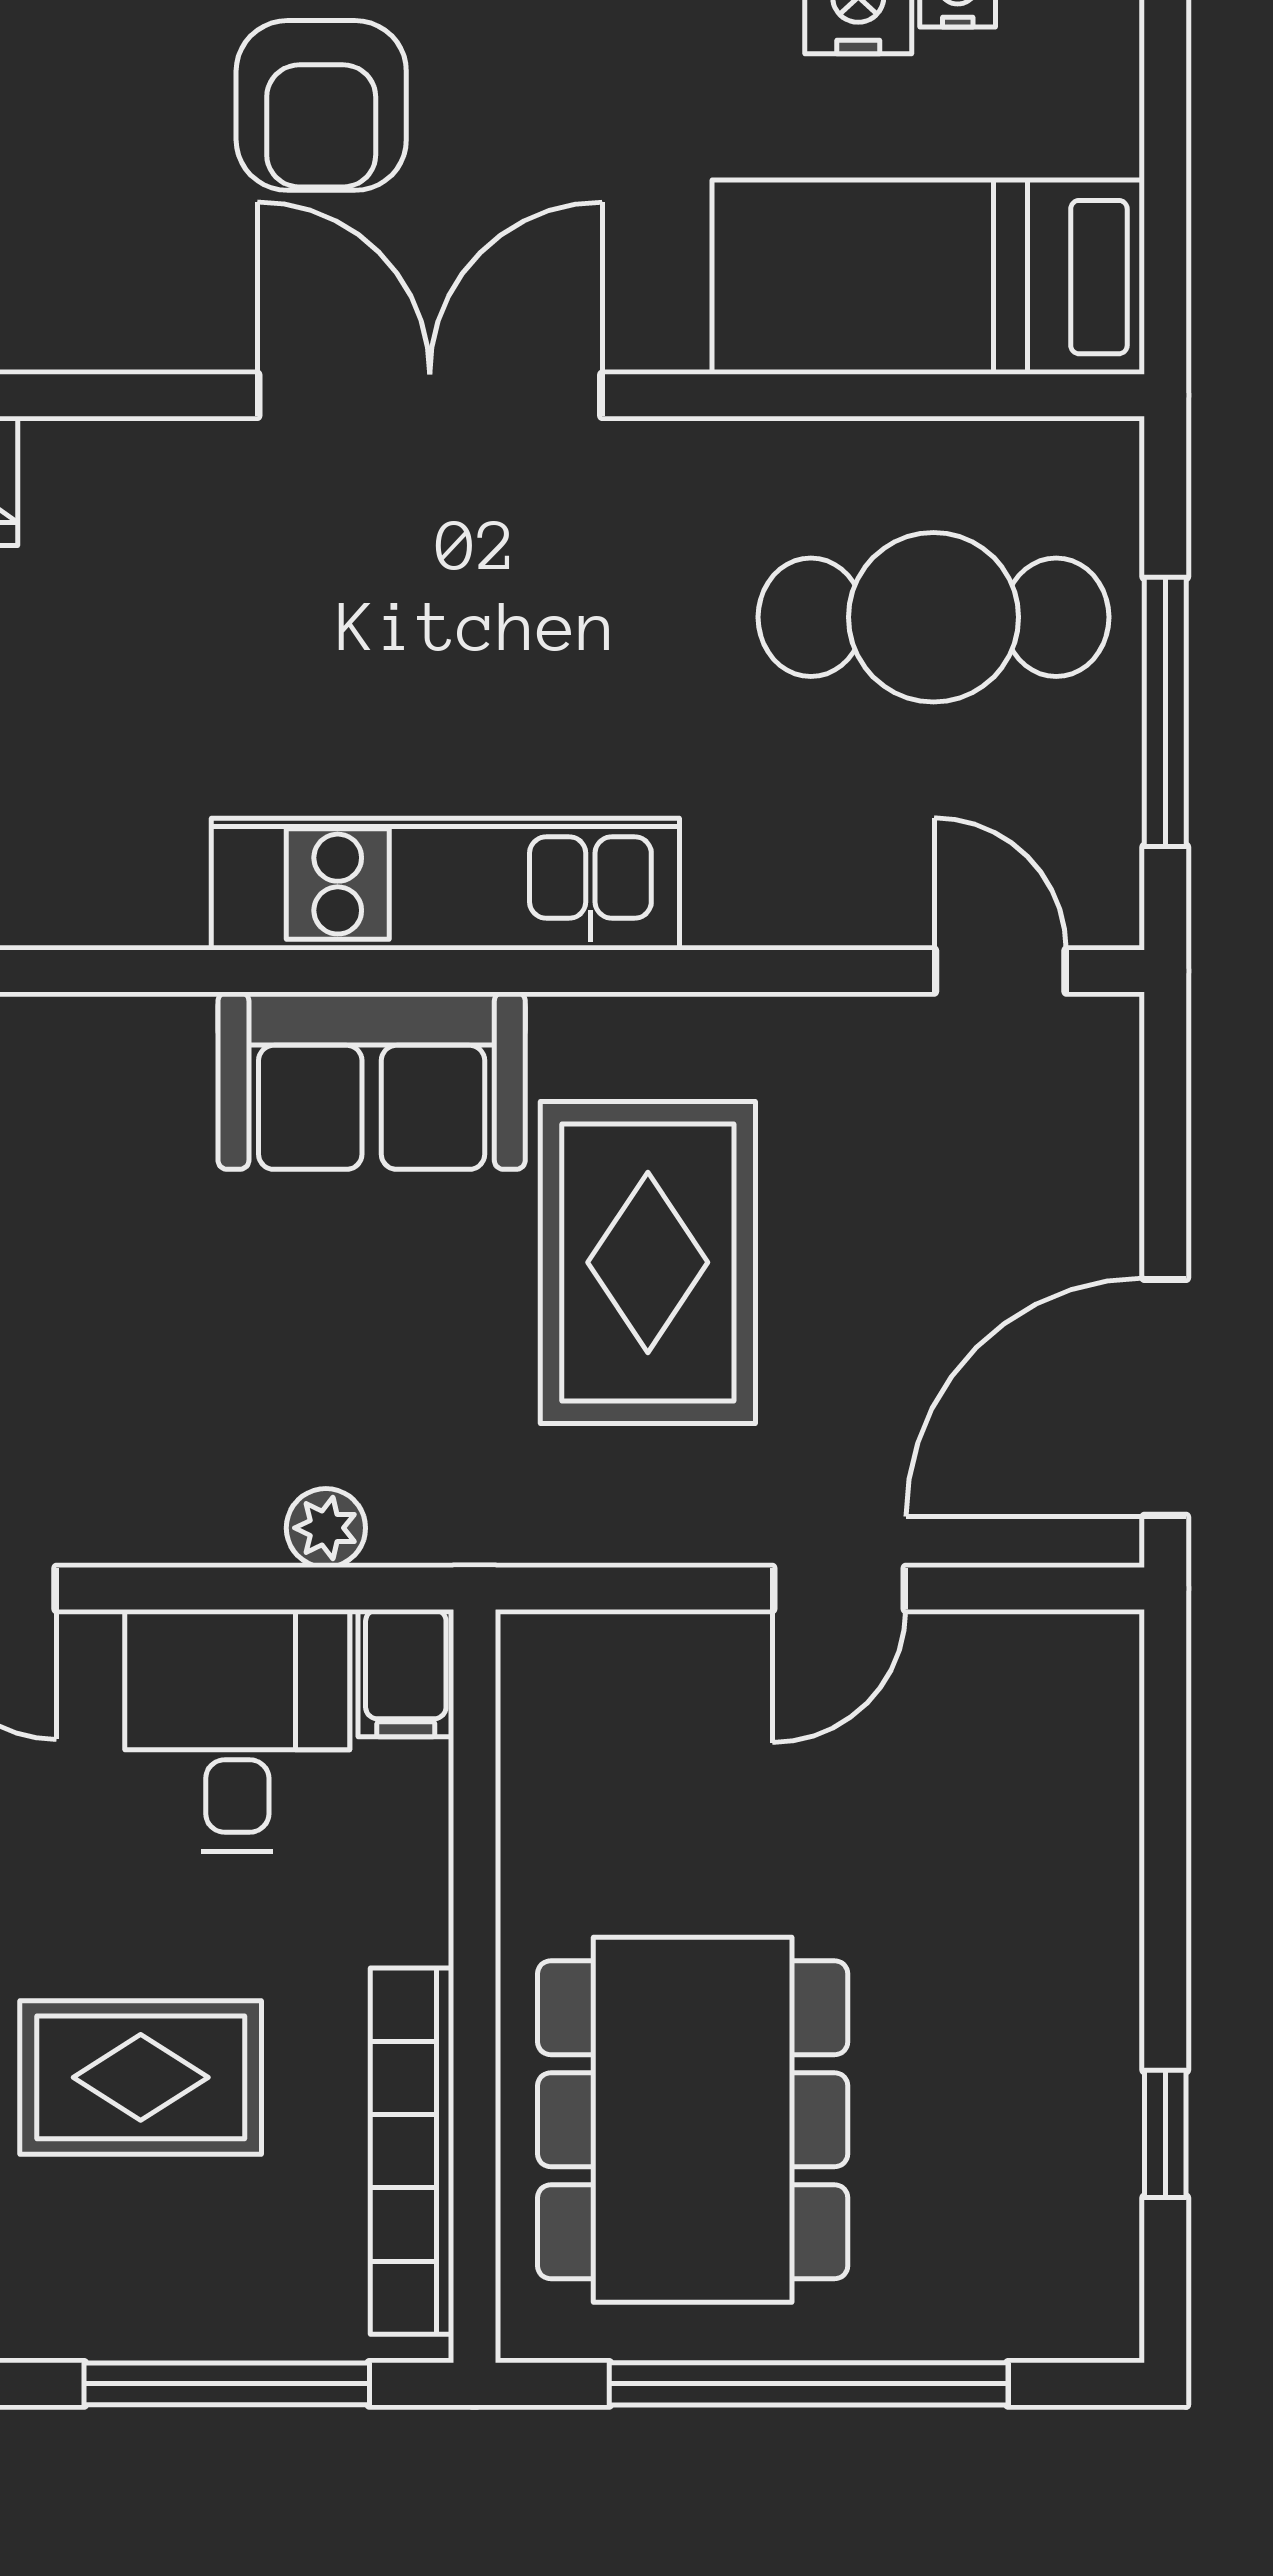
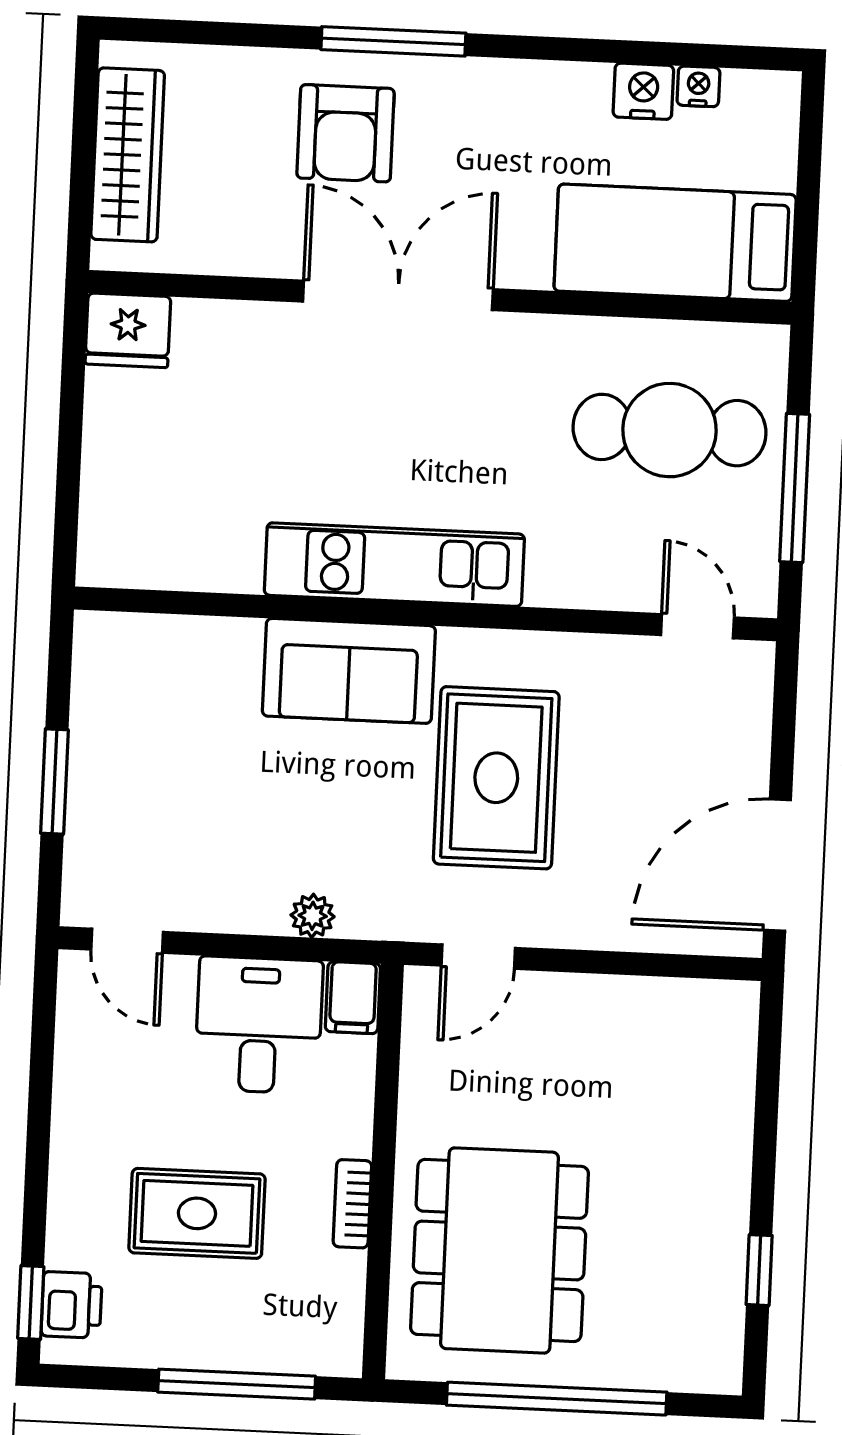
door: (839, 1588) -> (478, 957), moved
bookcase: (412, 2151) -> (352, 1204), width x0.43, depth x0.76

